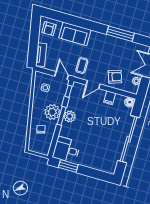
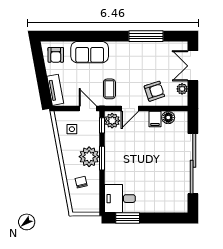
floor lamp: (130, 102) -> (168, 118), moved
plant: (70, 116) -> (112, 121), moved

